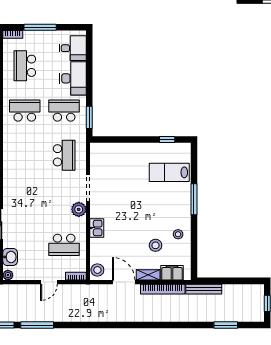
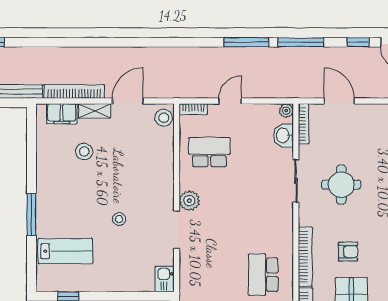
school desk: (64, 155) -> (263, 275), moved
kitchen sink: (97, 228) -> (165, 279), moved
stool: (178, 234) -> (119, 219), moved
door: (124, 282) -> (128, 101), swing flipped

